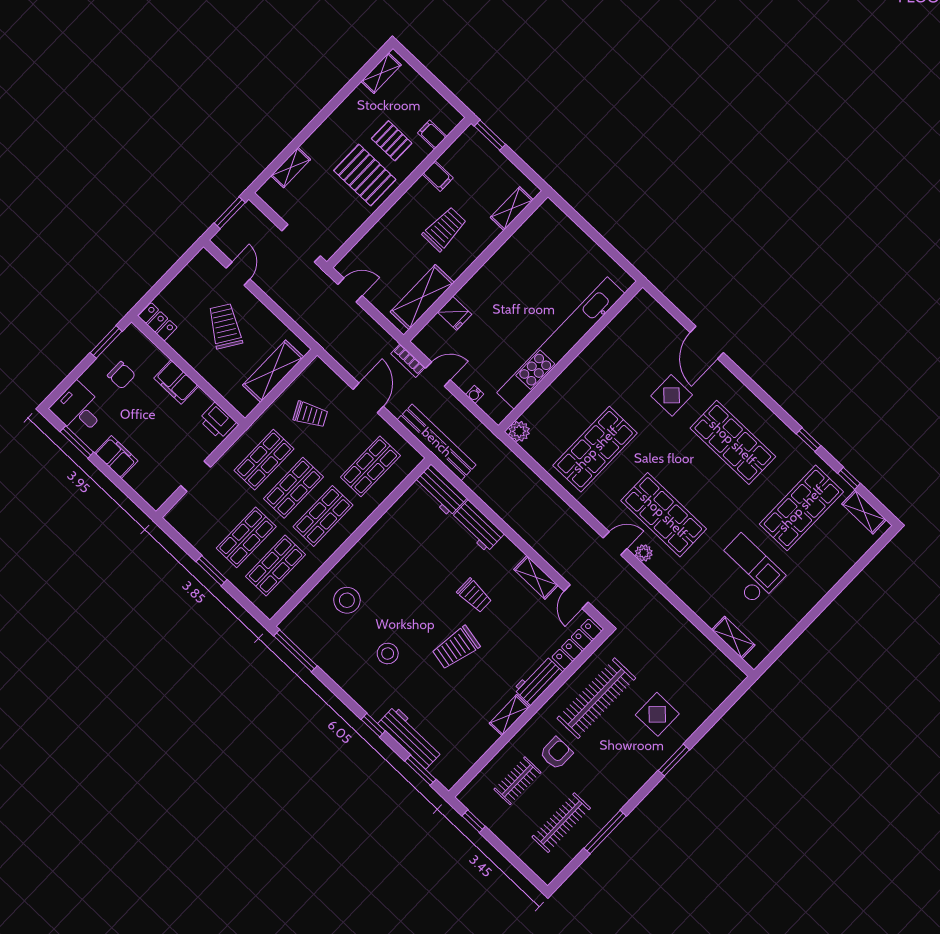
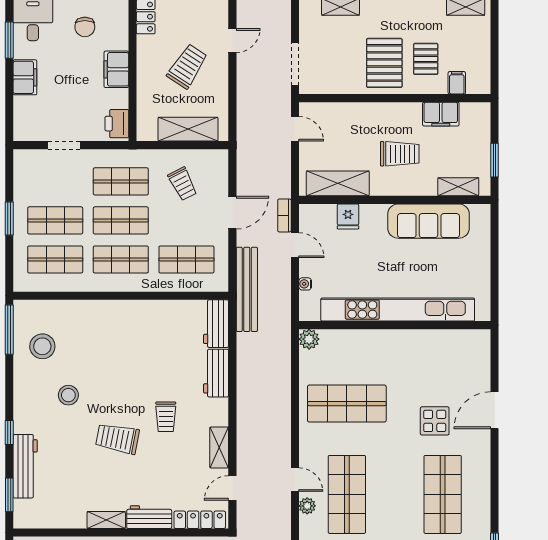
window: (490, 135) -> (495, 160), moved
filing cabinet: (438, 176) -> (441, 114), width x2.00
sofa: (516, 256) -> (429, 221), added
stool: (347, 600) -> (42, 346), moved

